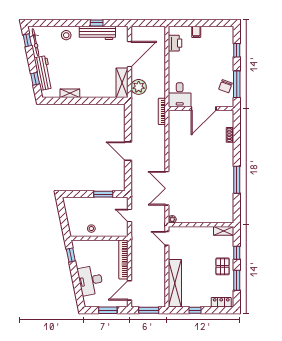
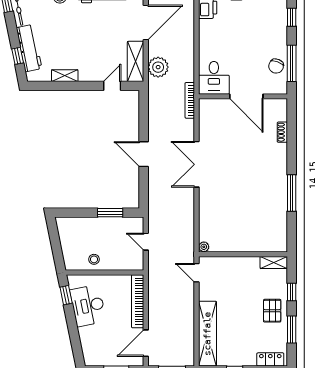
door: (105, 101) -> (112, 86), added
door: (204, 109) -> (246, 96), hinge flipped
double door: (167, 188) -> (196, 164), moved
desk: (90, 280) -> (88, 306), moved

